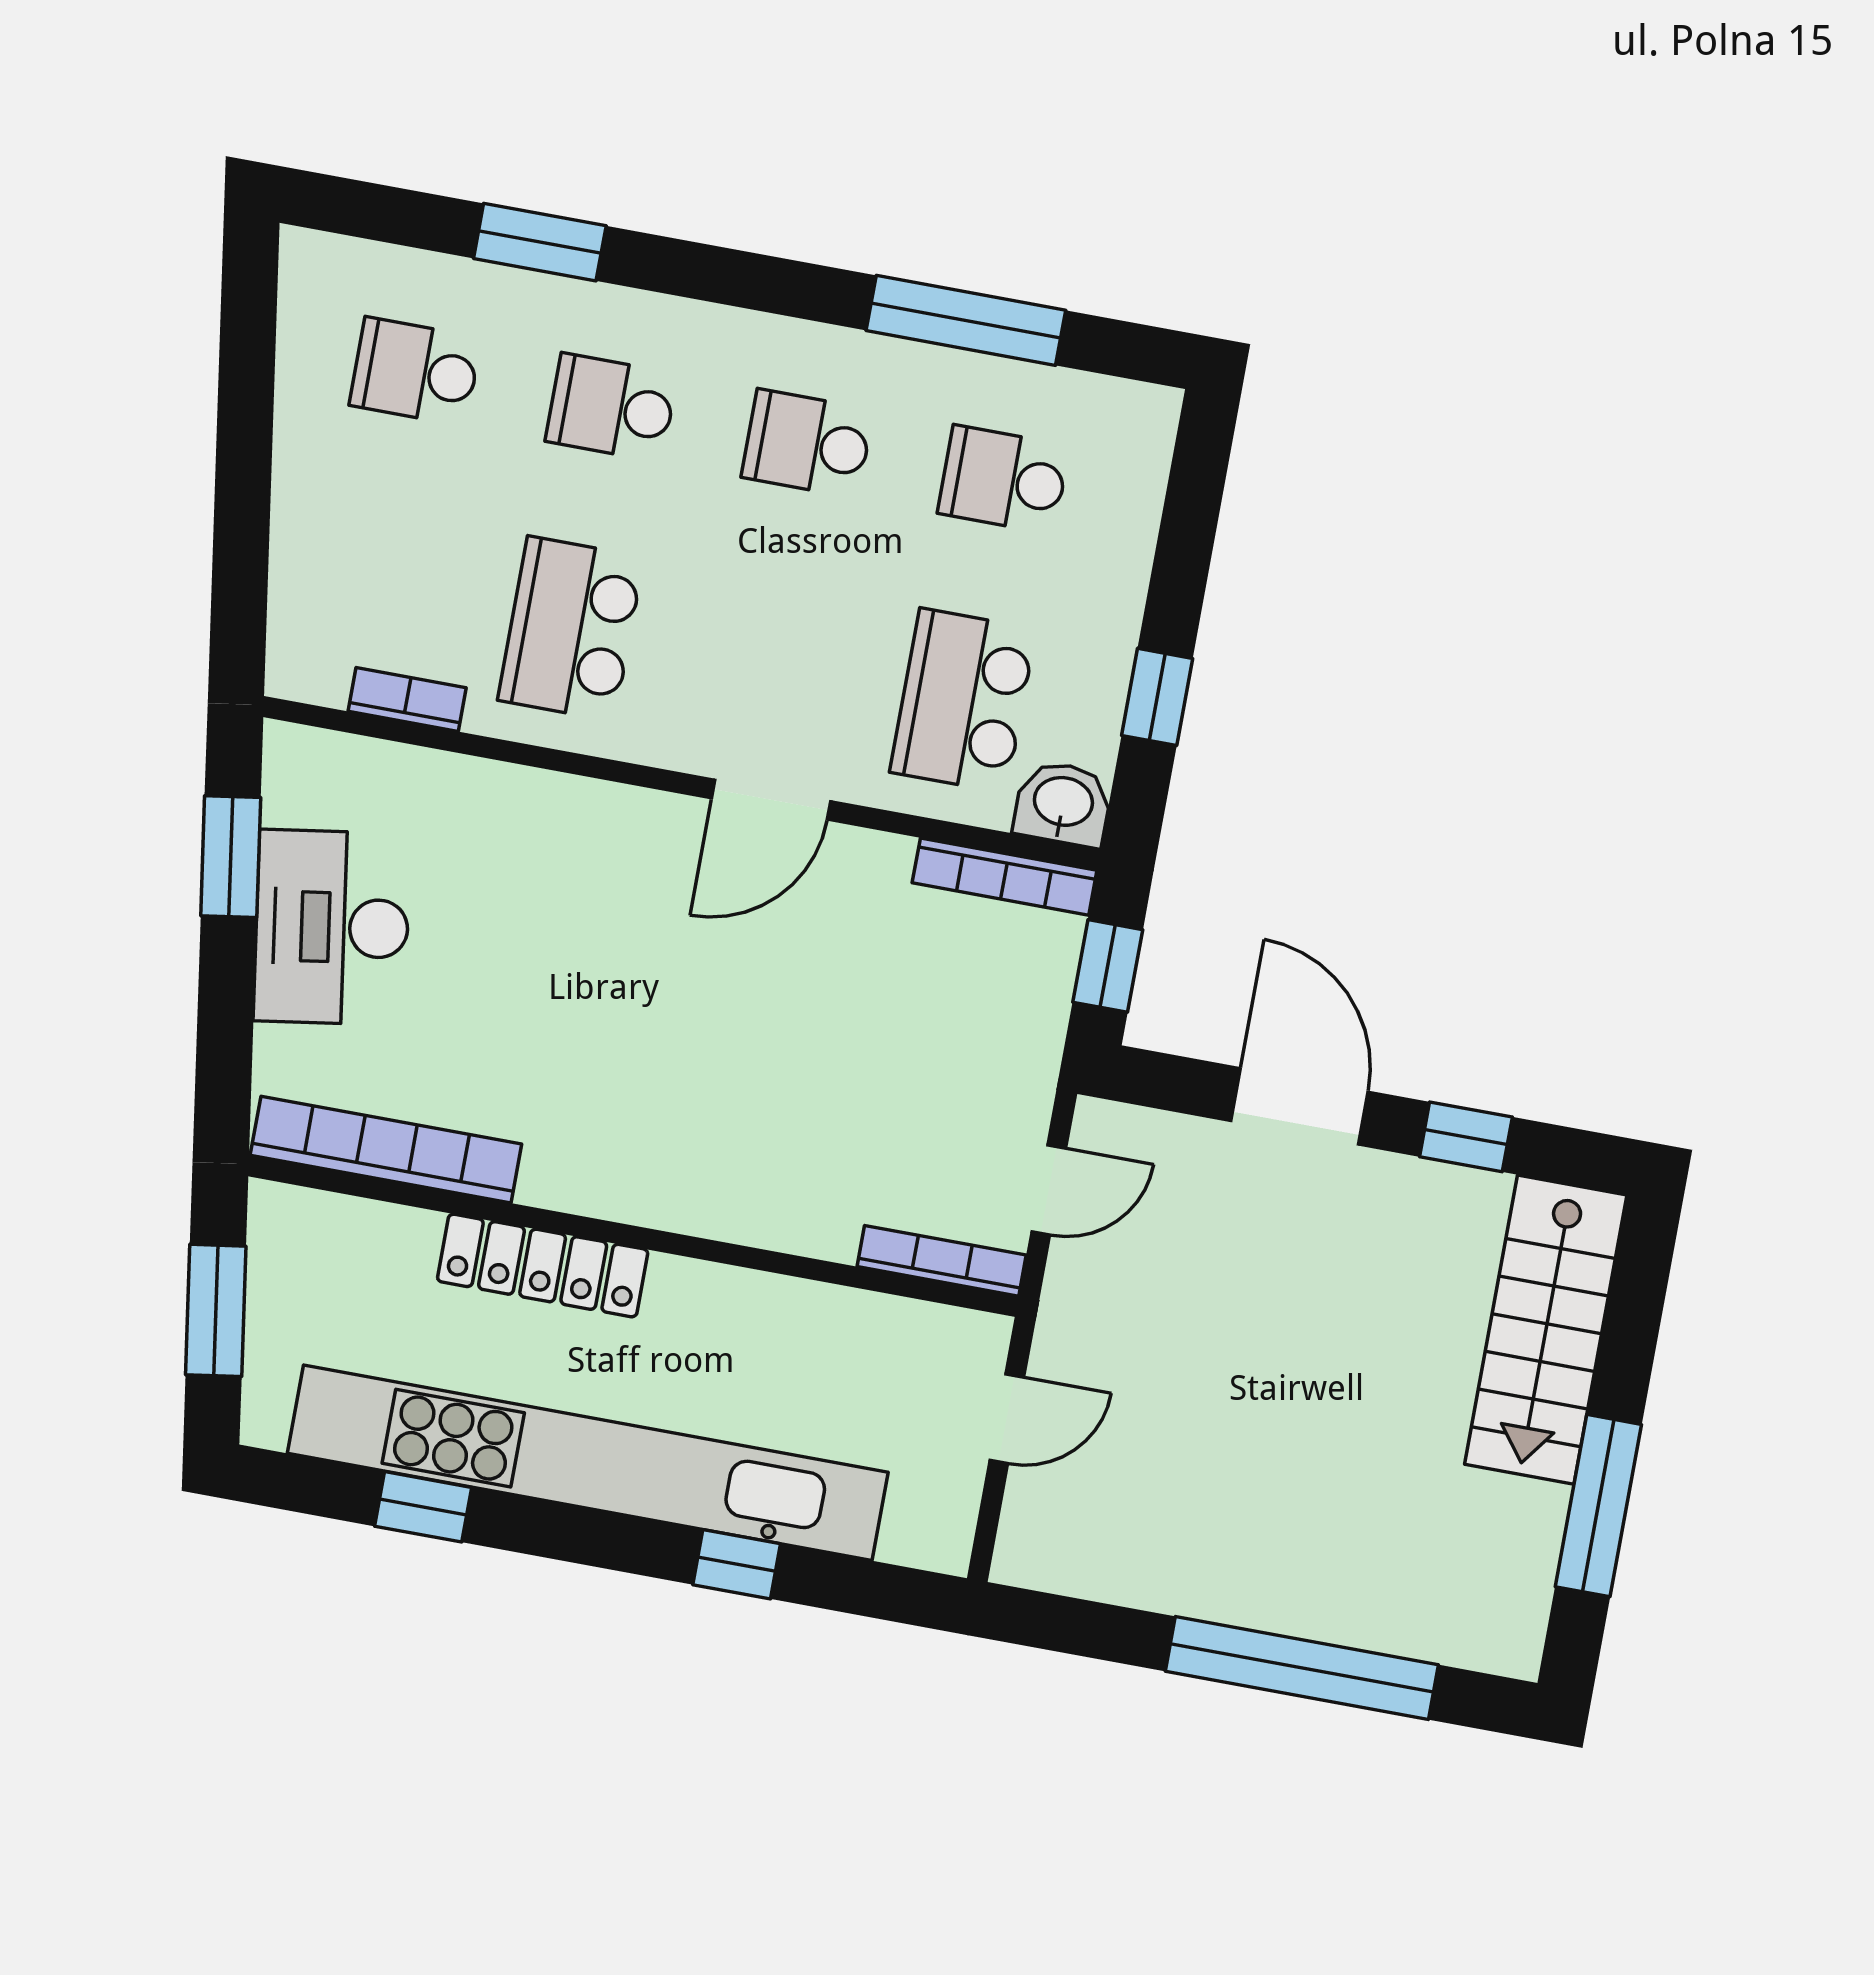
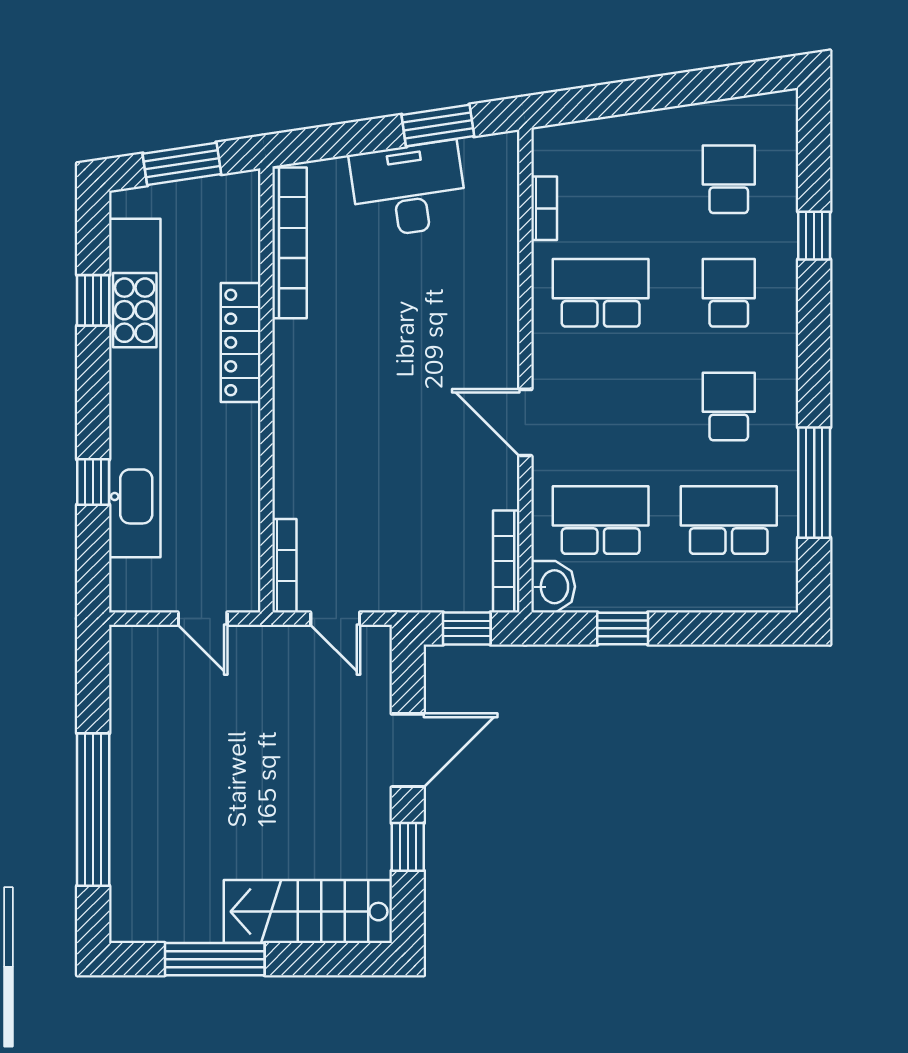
window: (540, 242) -> (814, 236), width x0.67
school desk: (1004, 479) -> (729, 520), width x1.85

